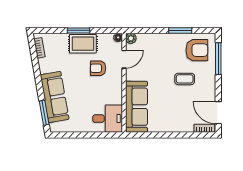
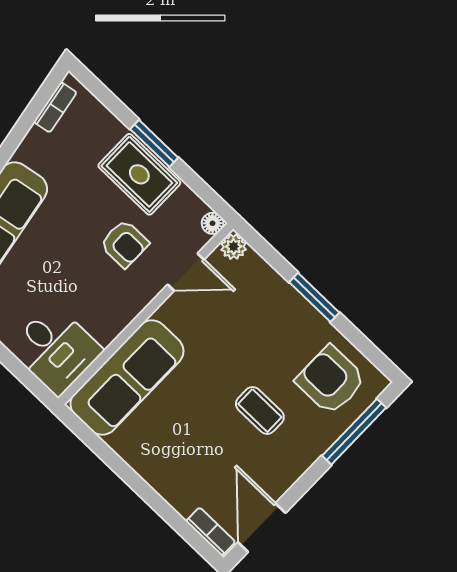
window: (180, 30) -> (314, 297), moved
armchair: (197, 50) -> (331, 380), turned 180
armchair: (98, 68) -> (124, 244), turned 180

